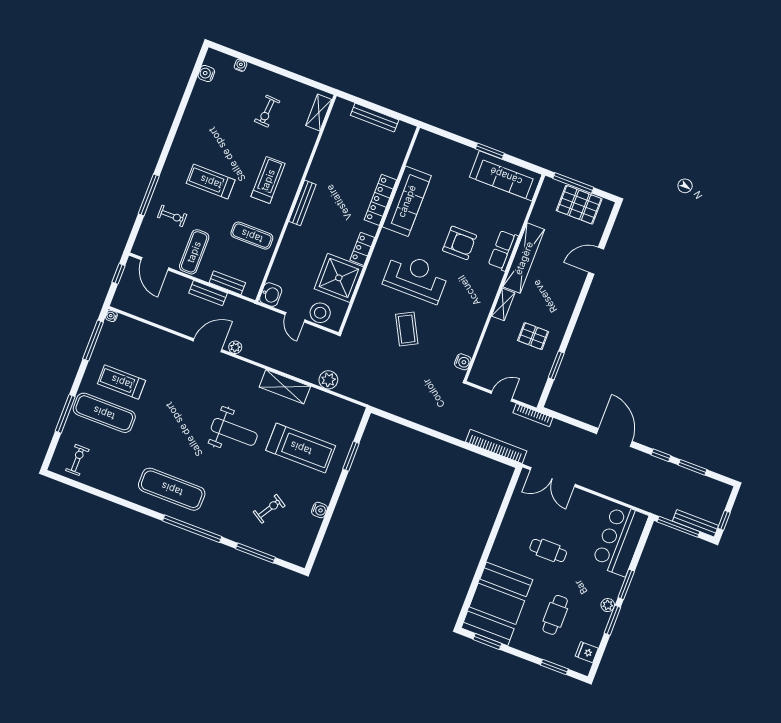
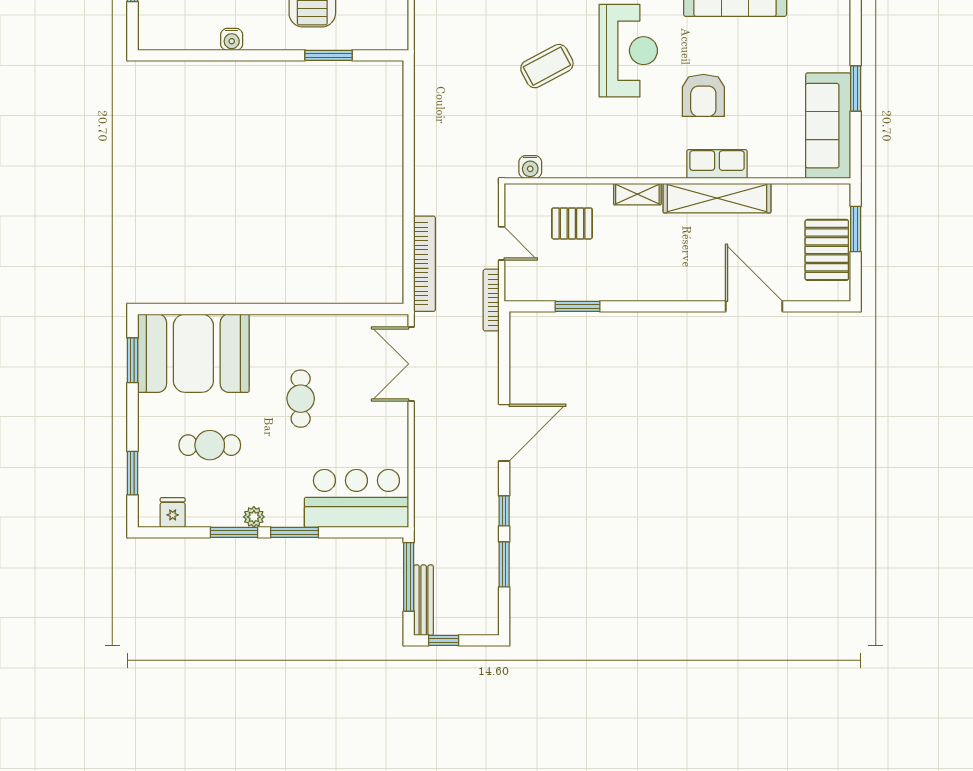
window: (573, 183) -> (856, 229), width x0.69
door: (596, 261) -> (754, 306), width x1.36
pallet: (533, 336) -> (572, 223), moved, turned 90

